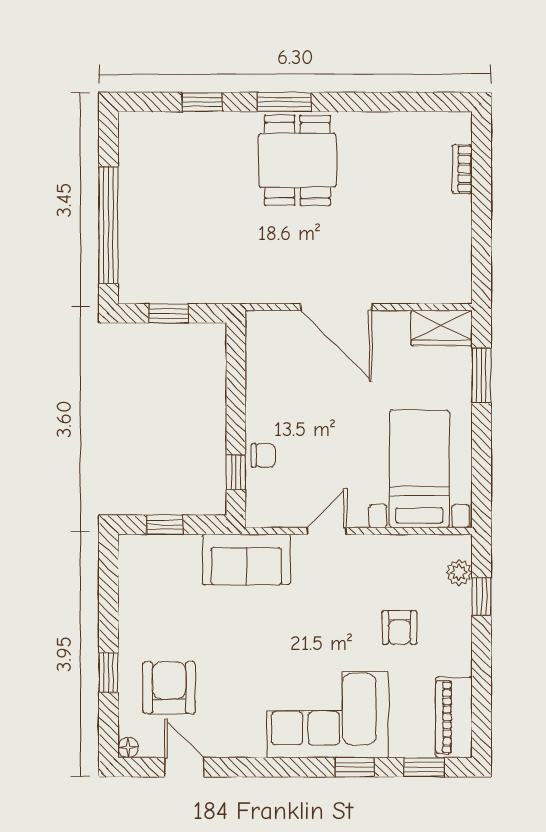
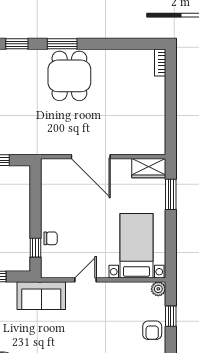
bookcase: (462, 169) -> (160, 63), moved
plant: (459, 572) -> (158, 289), moved
armchair: (399, 627) -> (152, 330), moved

